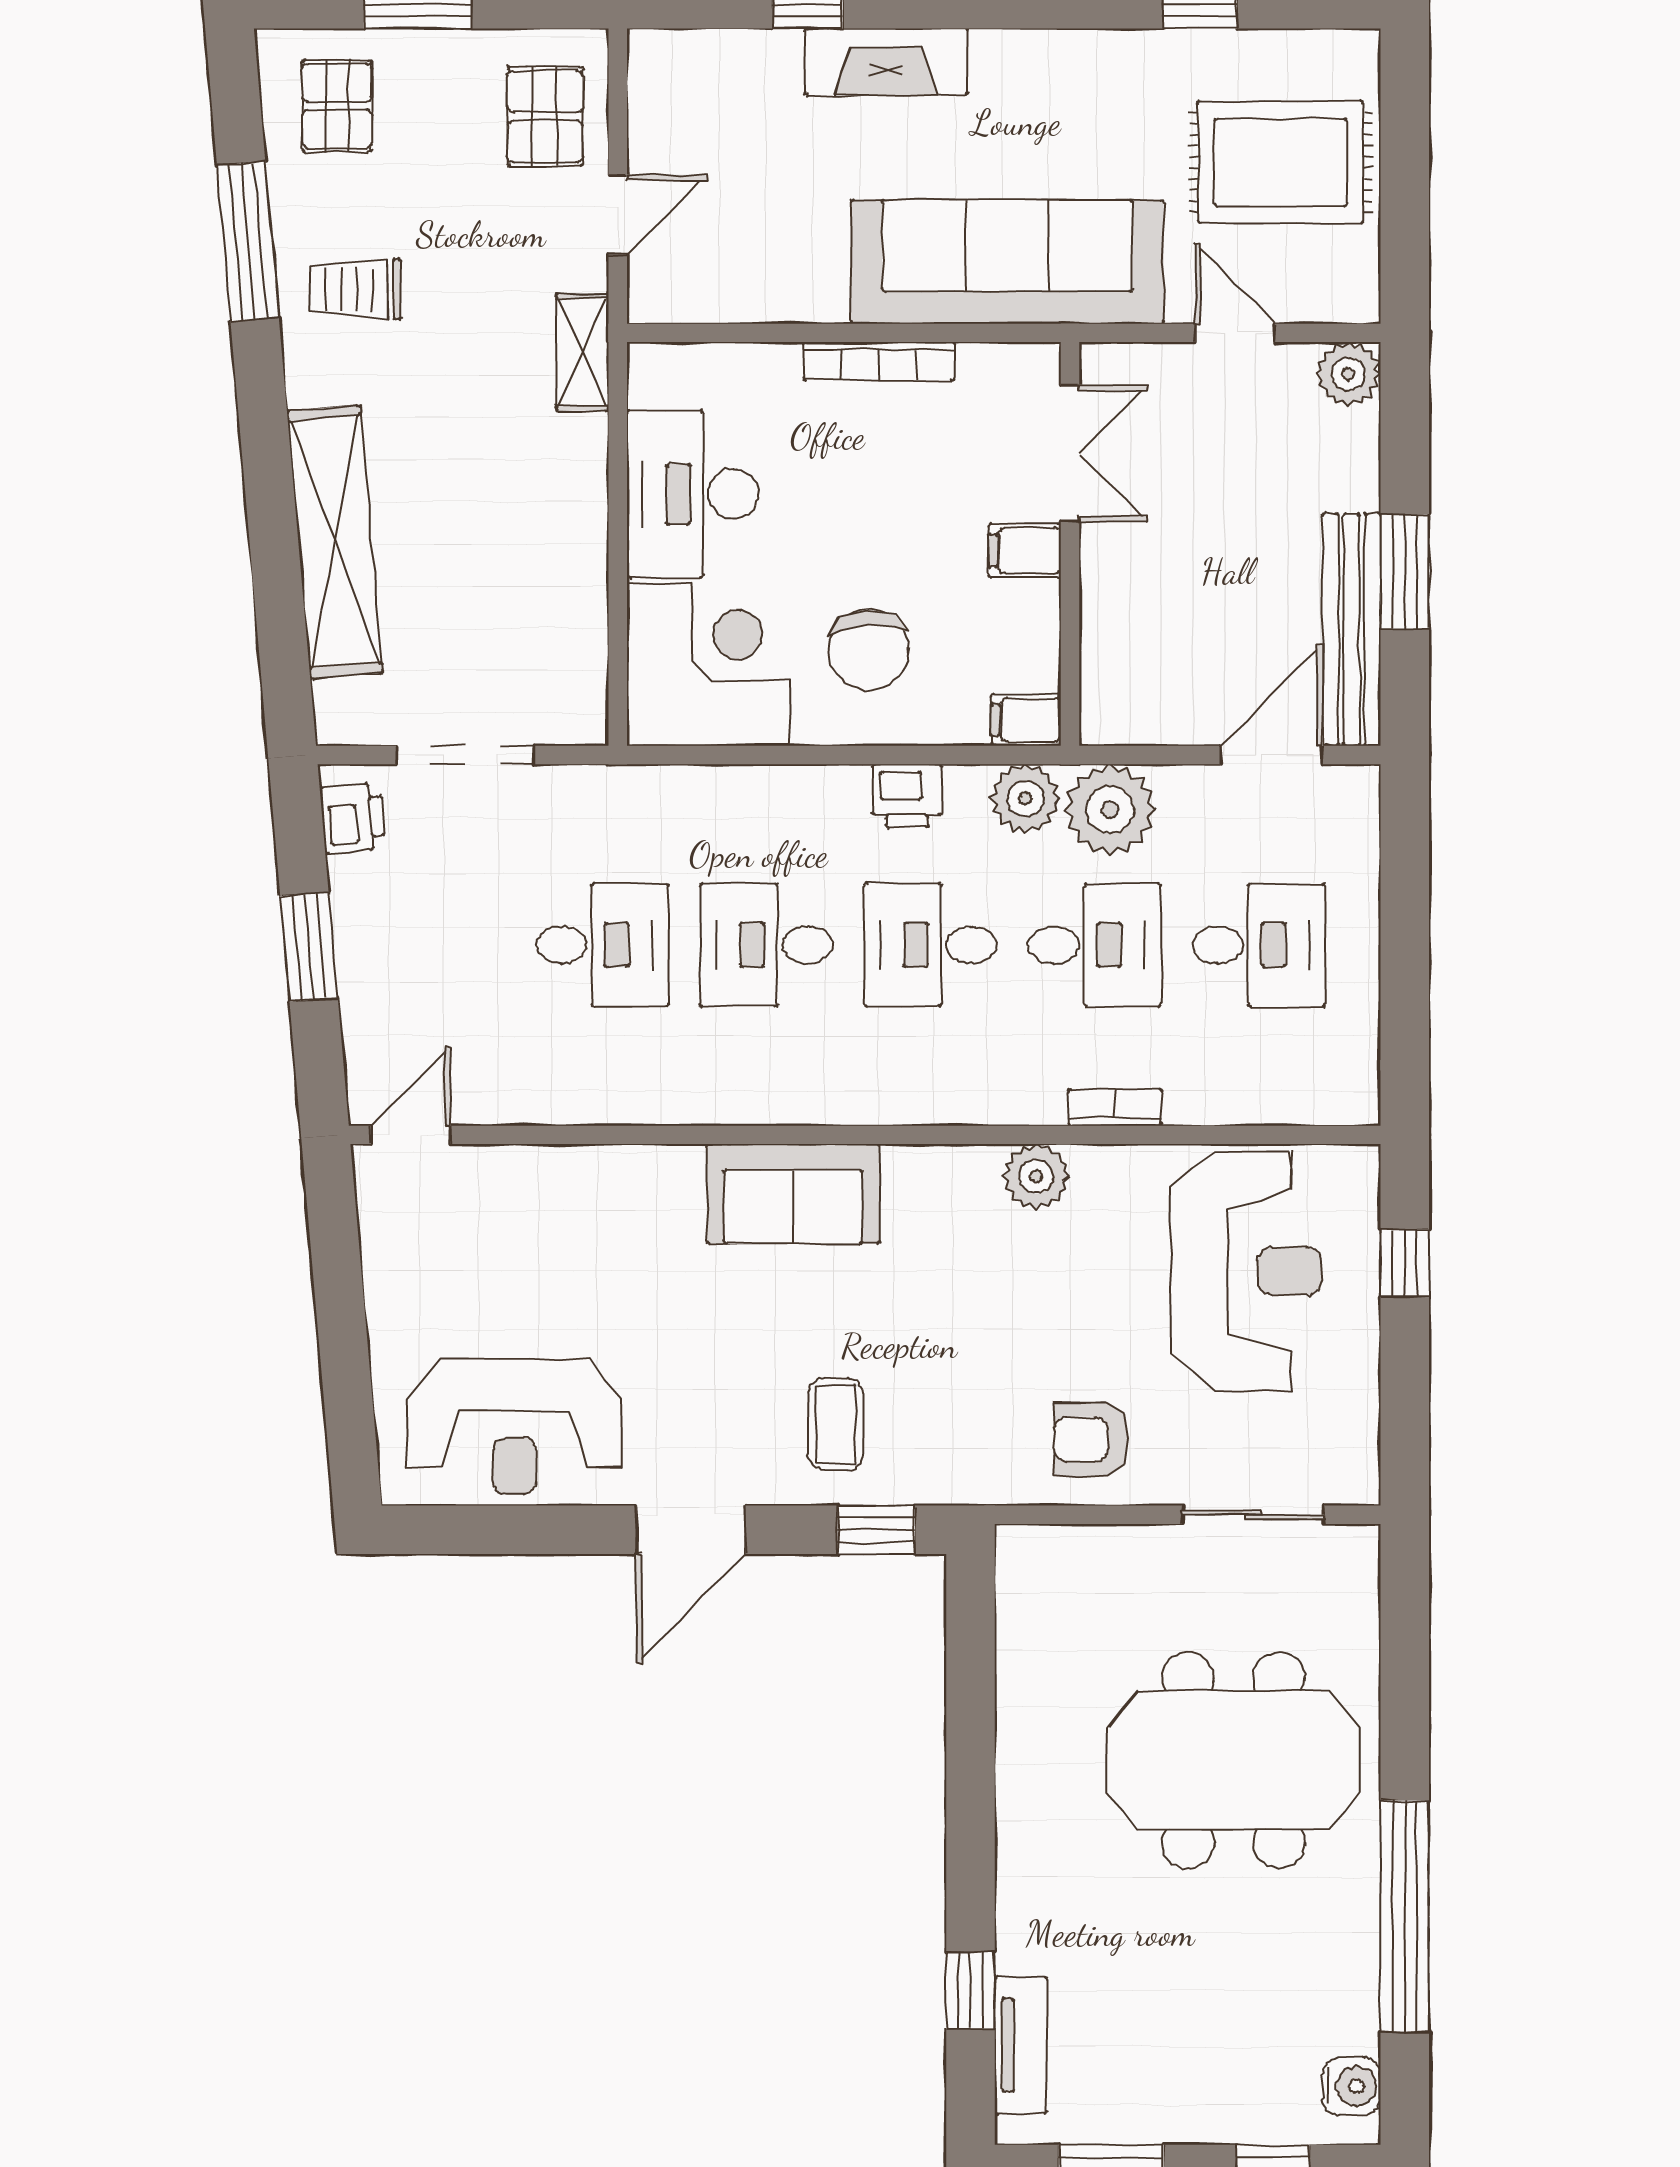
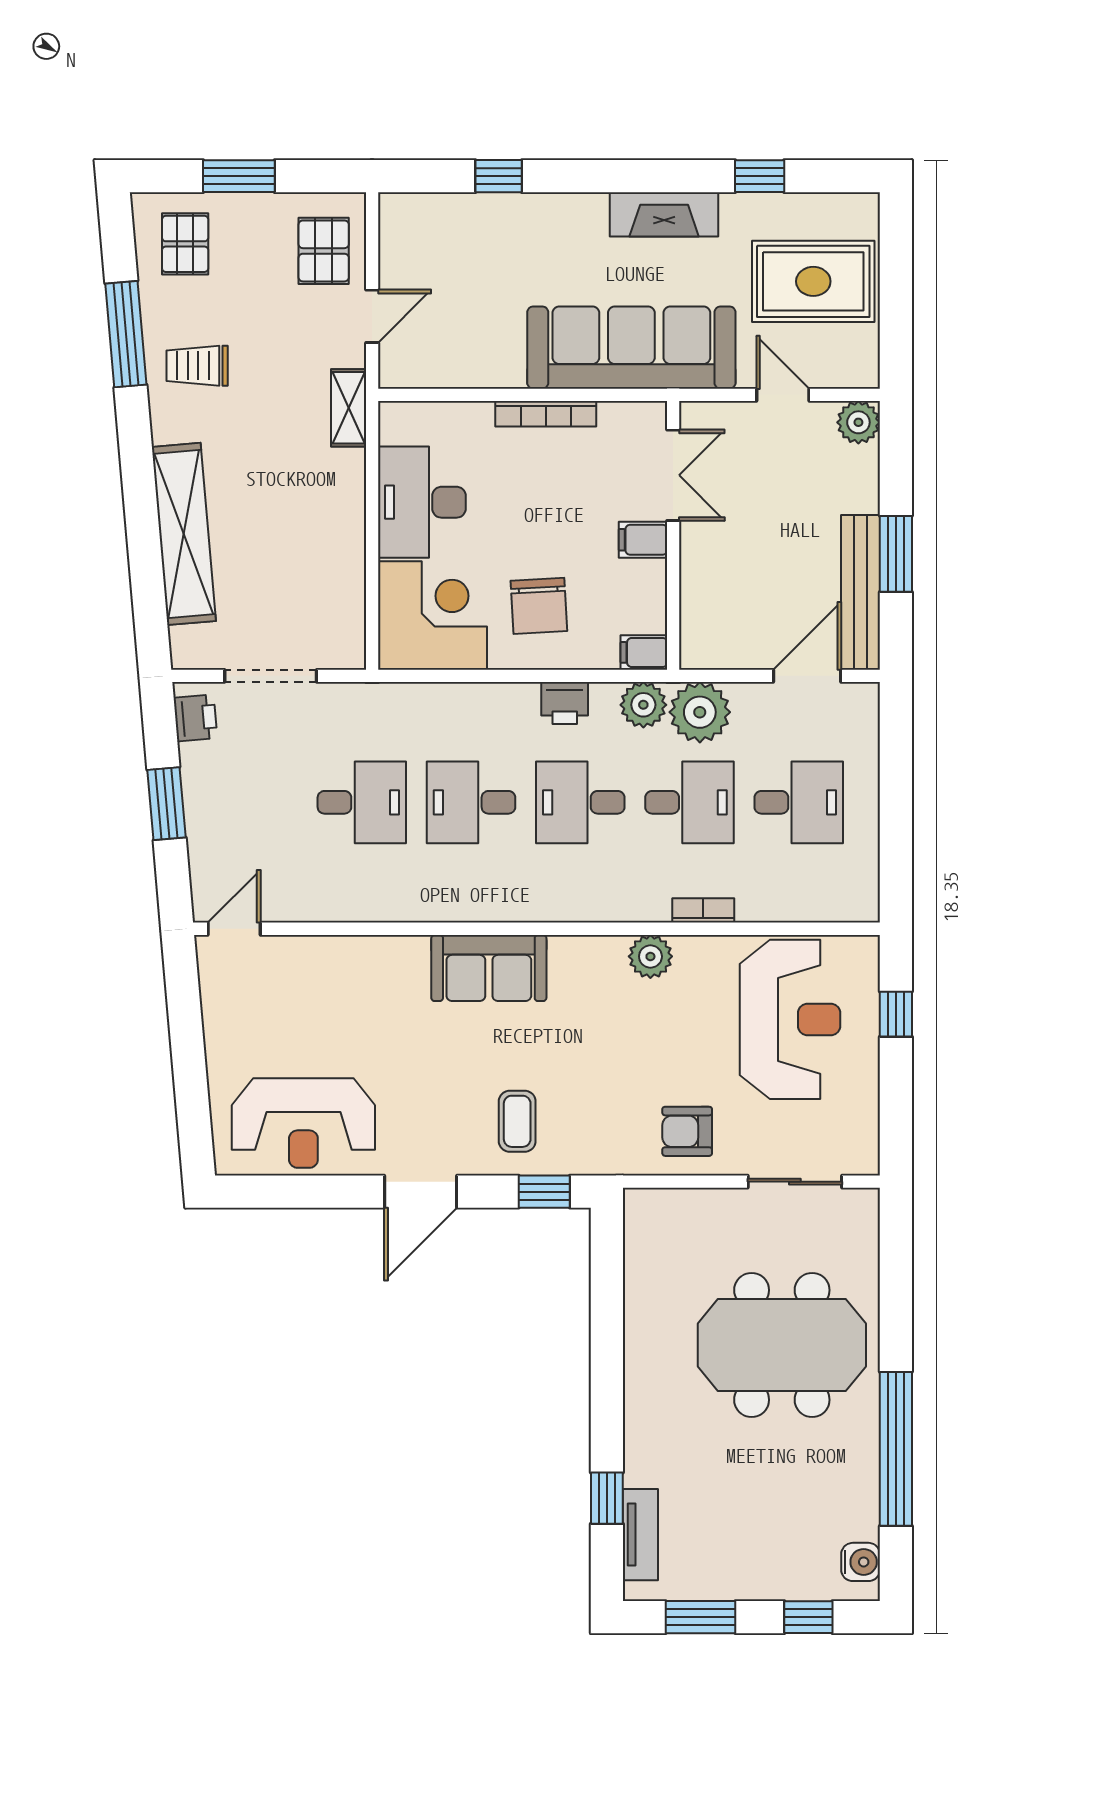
fireplace: (886, 62) -> (664, 214), moved

